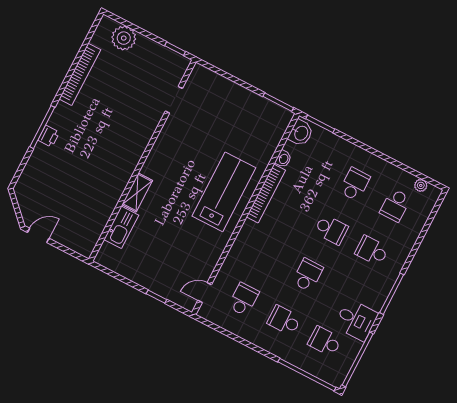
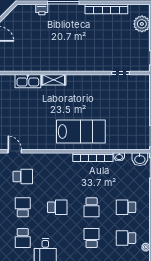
printer: (49, 136) -> (42, 9), moved
school desk: (355, 184) -> (126, 207), turned 180
school desk: (325, 341) -> (23, 238), turned 180

